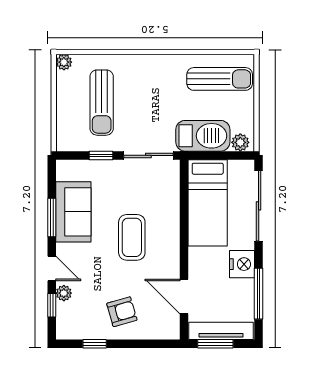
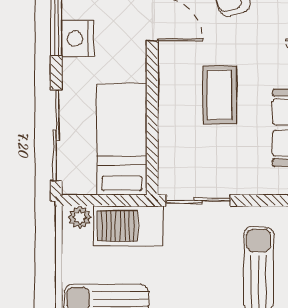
window: (101, 155) -> (259, 200), removed
nightstand: (242, 264) -> (78, 39), moved

